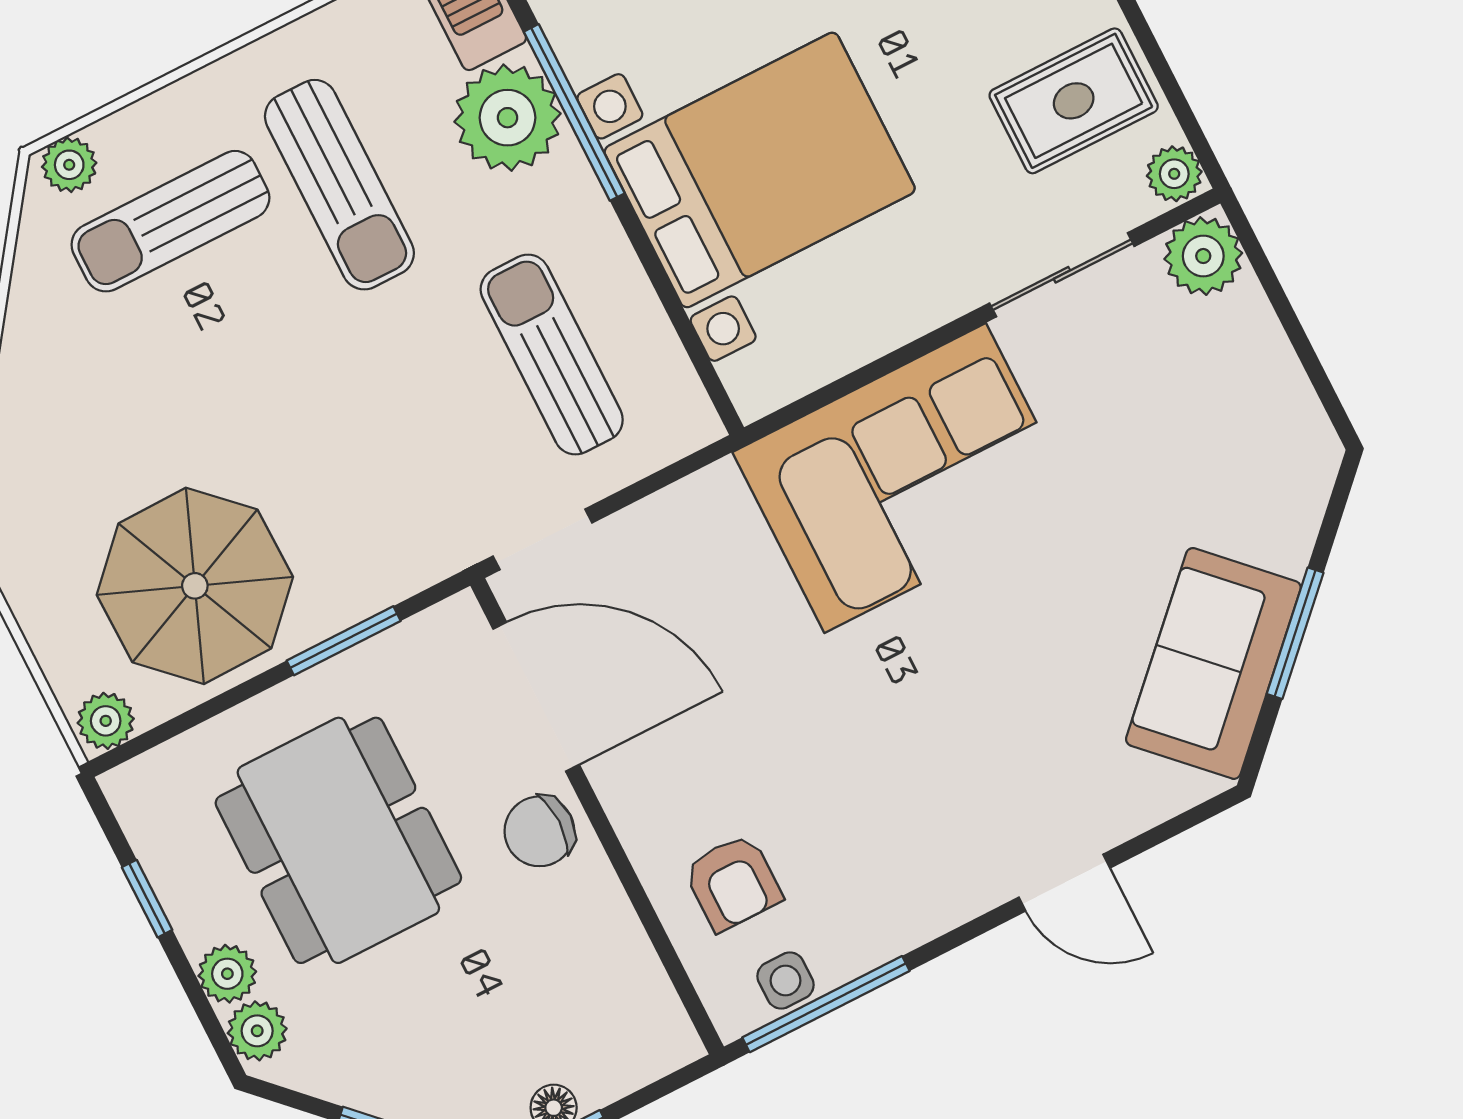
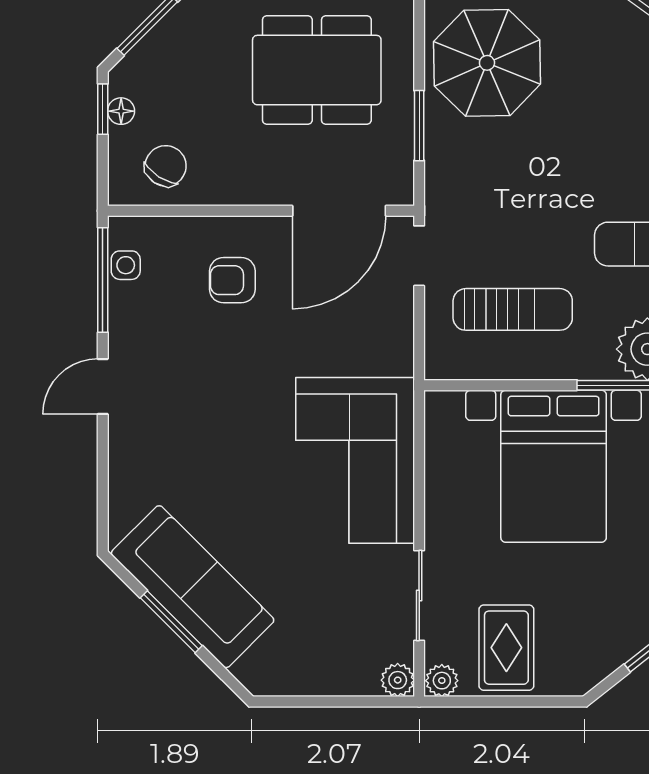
plant: (1203, 256) -> (398, 680), width x0.73, depth x0.73
sofa: (1213, 663) -> (193, 587), width x1.36
chair: (539, 831) -> (166, 166), moved, turned 33
armchair: (733, 882) -> (232, 280), moved
door: (1064, 883) -> (103, 387), moved

